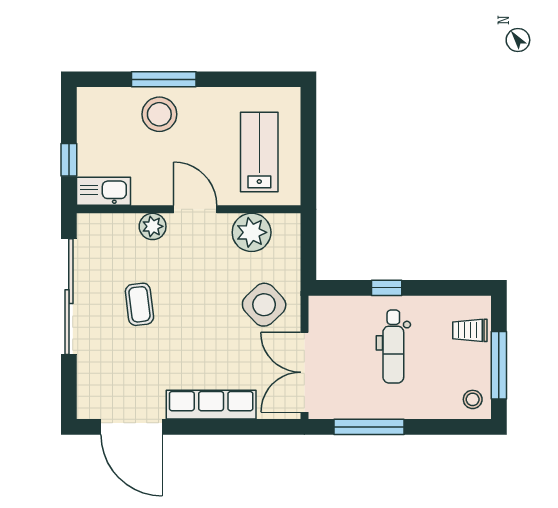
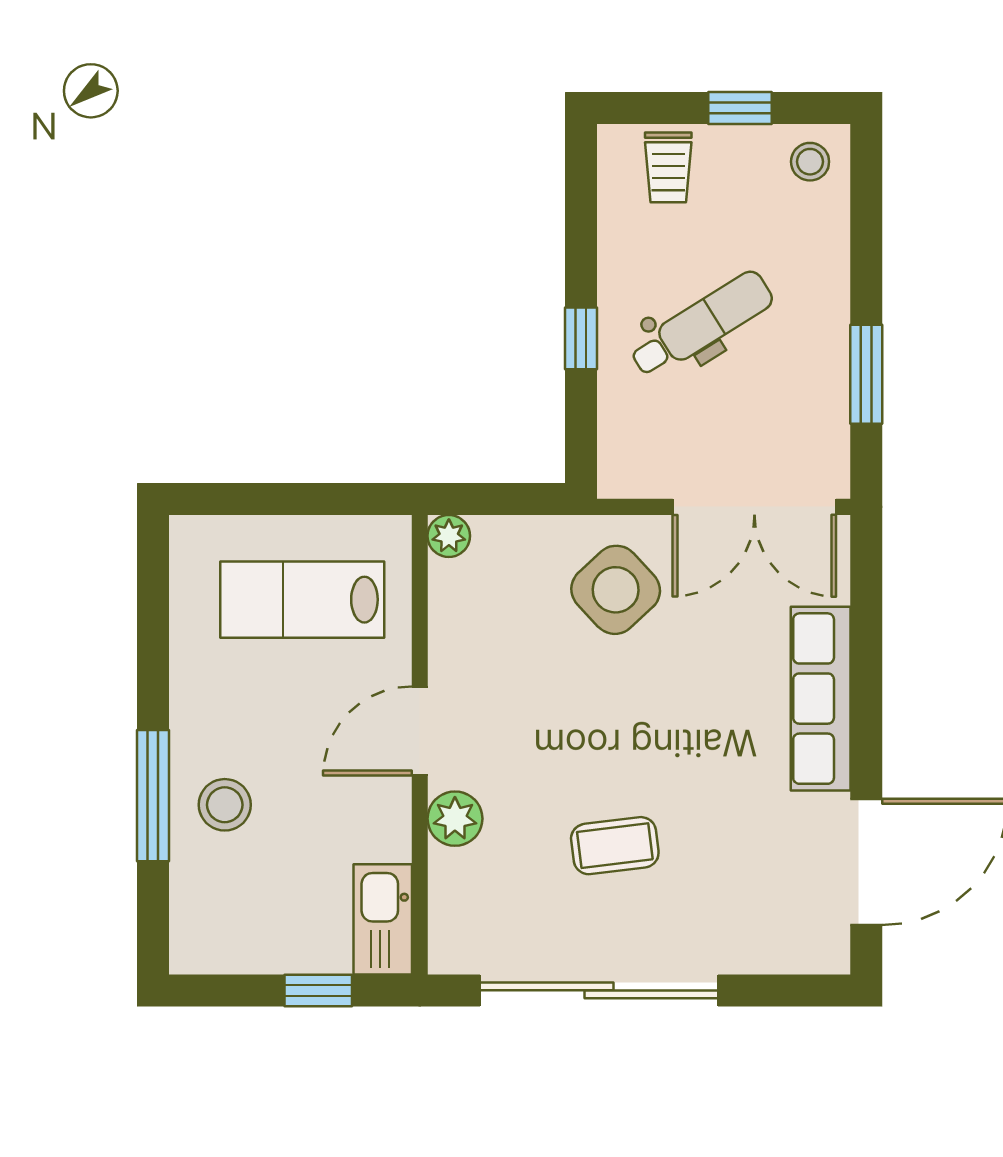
stool: (159, 114) -> (225, 805), width x0.73, depth x0.73
plant: (252, 232) -> (449, 536), moved, width x0.53, depth x0.53
dental chair: (393, 347) -> (701, 324), turned -32
window: (499, 365) -> (740, 108), width x0.46
window: (369, 427) -> (866, 374), width x0.69

